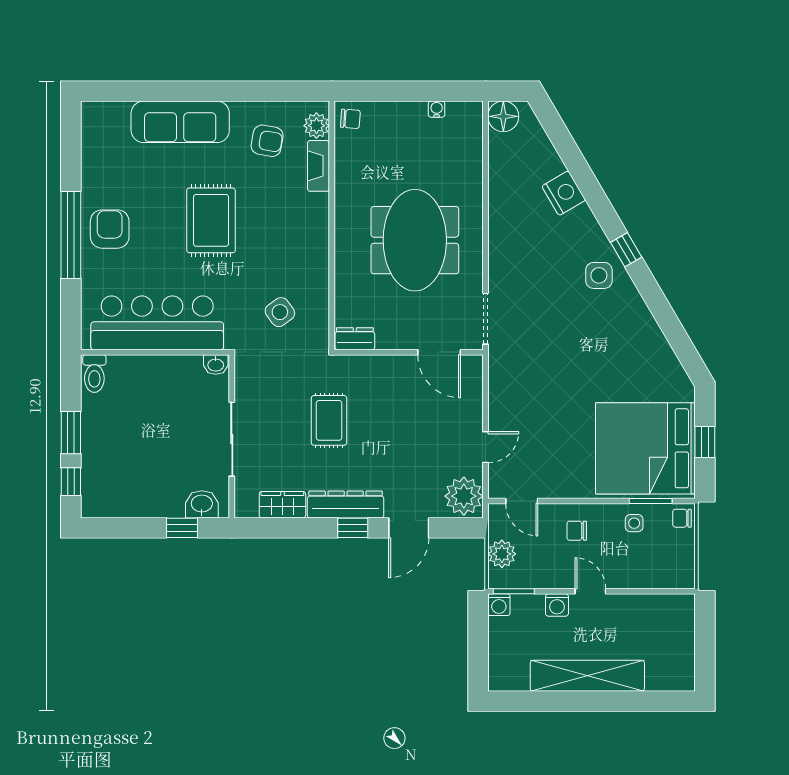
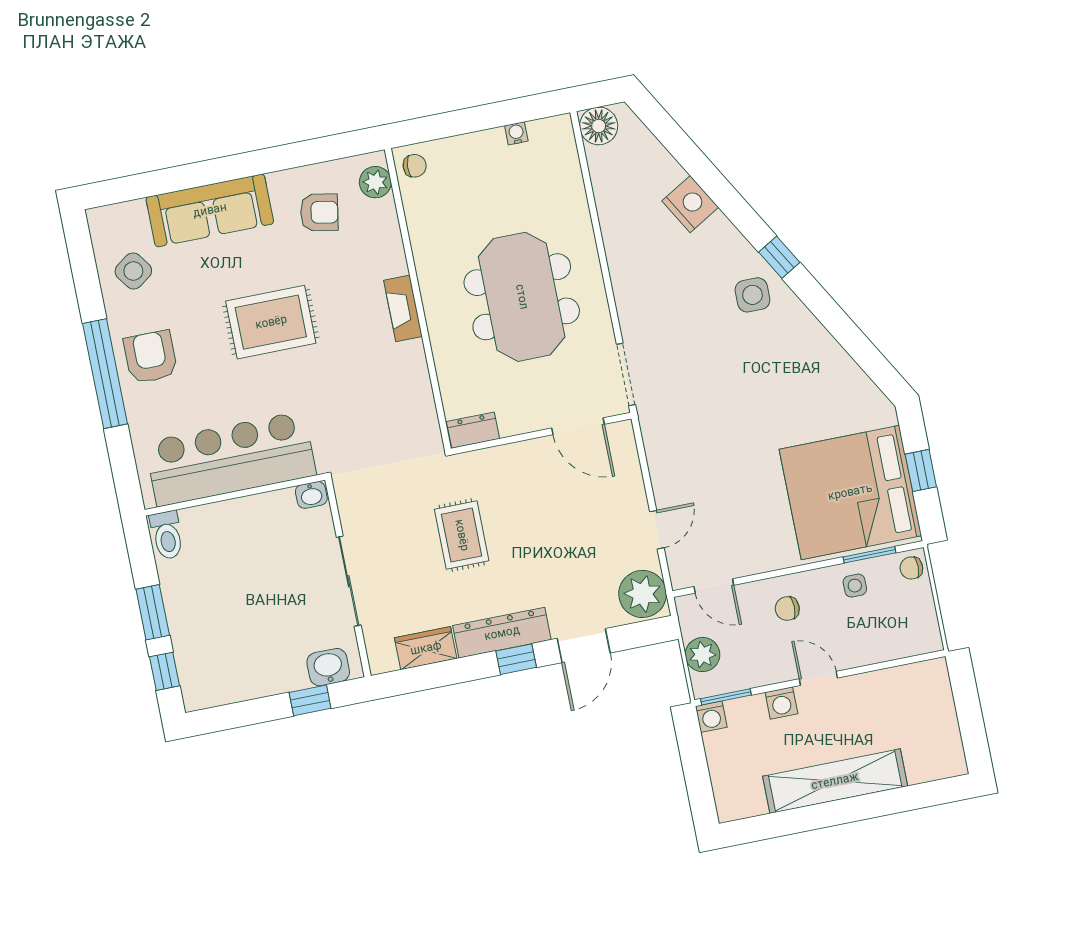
fireplace: (318, 166) -> (403, 308), moved
rug: (211, 220) -> (271, 322), turned 90
side table: (280, 312) -> (133, 271), moved

